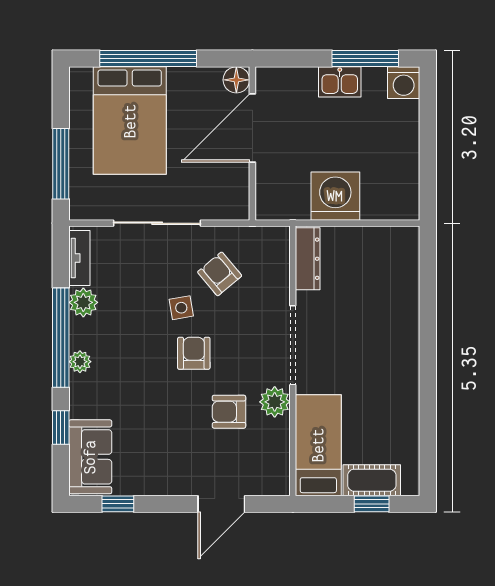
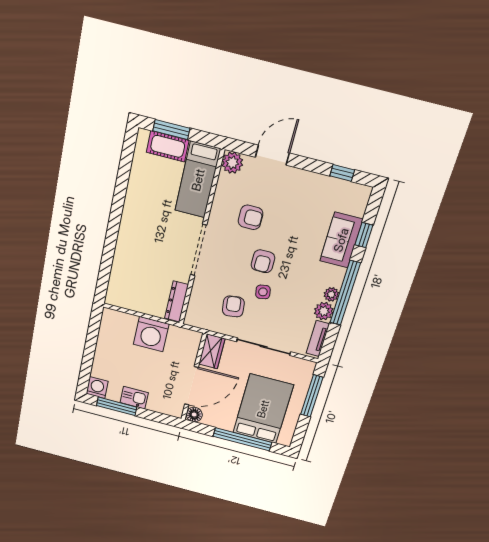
wardrobe: (234, 194) -> (212, 351), added
armchair: (220, 274) -> (233, 306), turned -147
plant: (80, 362) -> (331, 294), moved
plant: (275, 402) -> (232, 163), moved
sofa: (90, 457) -> (341, 240), moved
window: (372, 504) -> (171, 130), width x1.50

